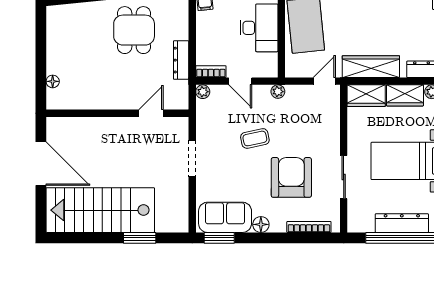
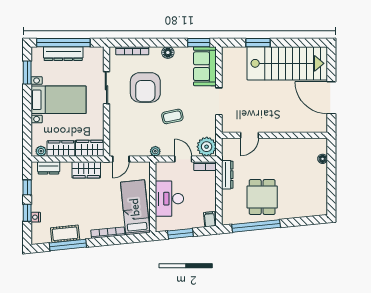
wardrobe: (371, 67) -> (86, 170), width x0.67
plant: (203, 92) -> (207, 147), width x1.88, depth x1.88
sofa: (225, 217) -> (205, 66), moved, turned 90

